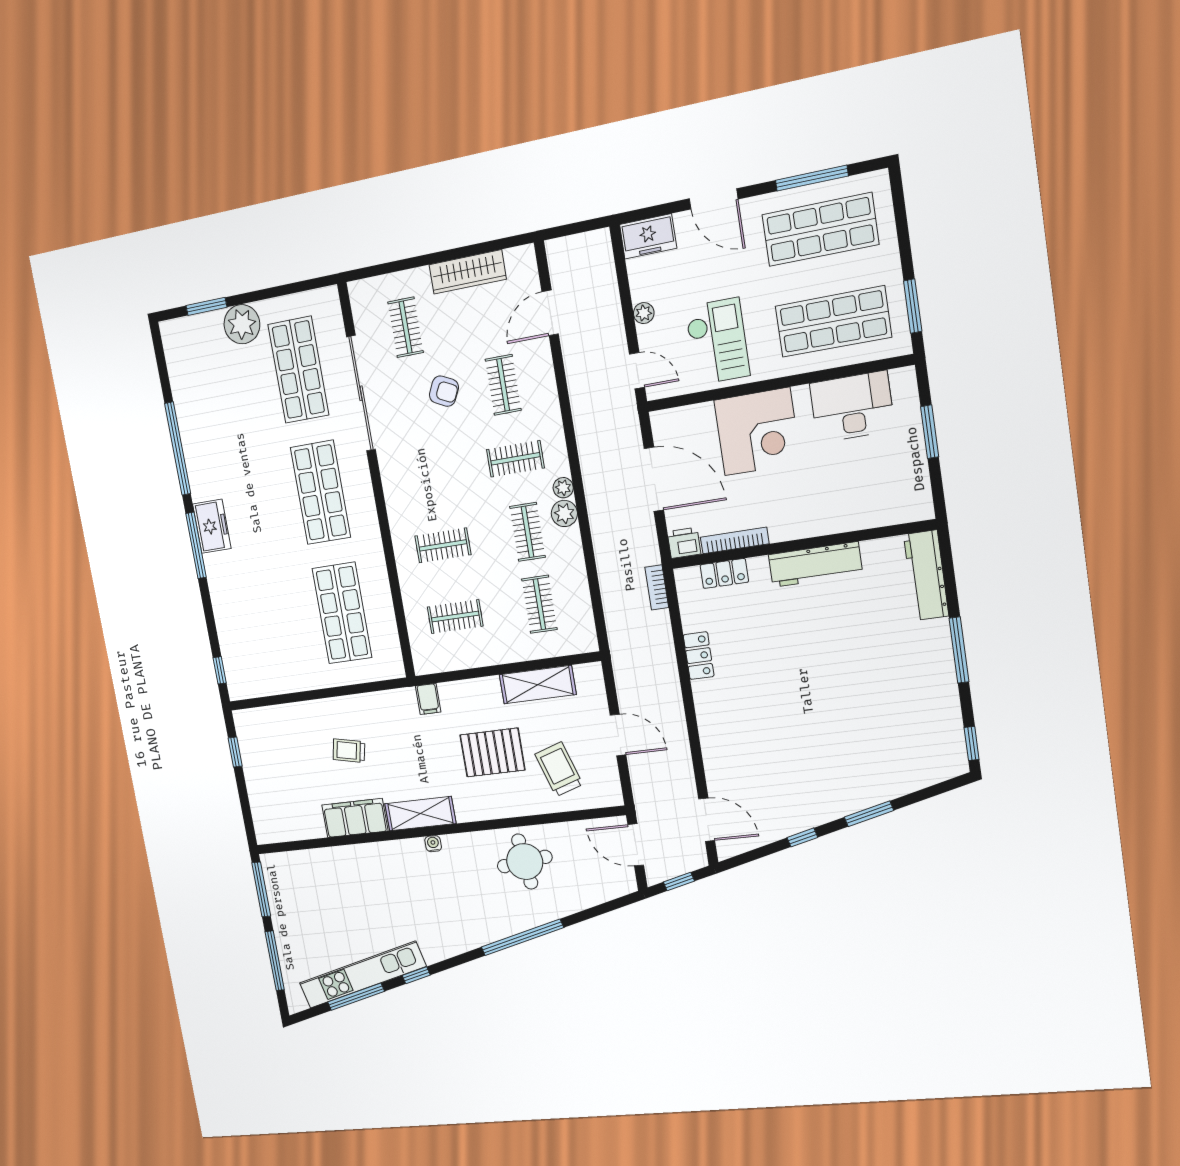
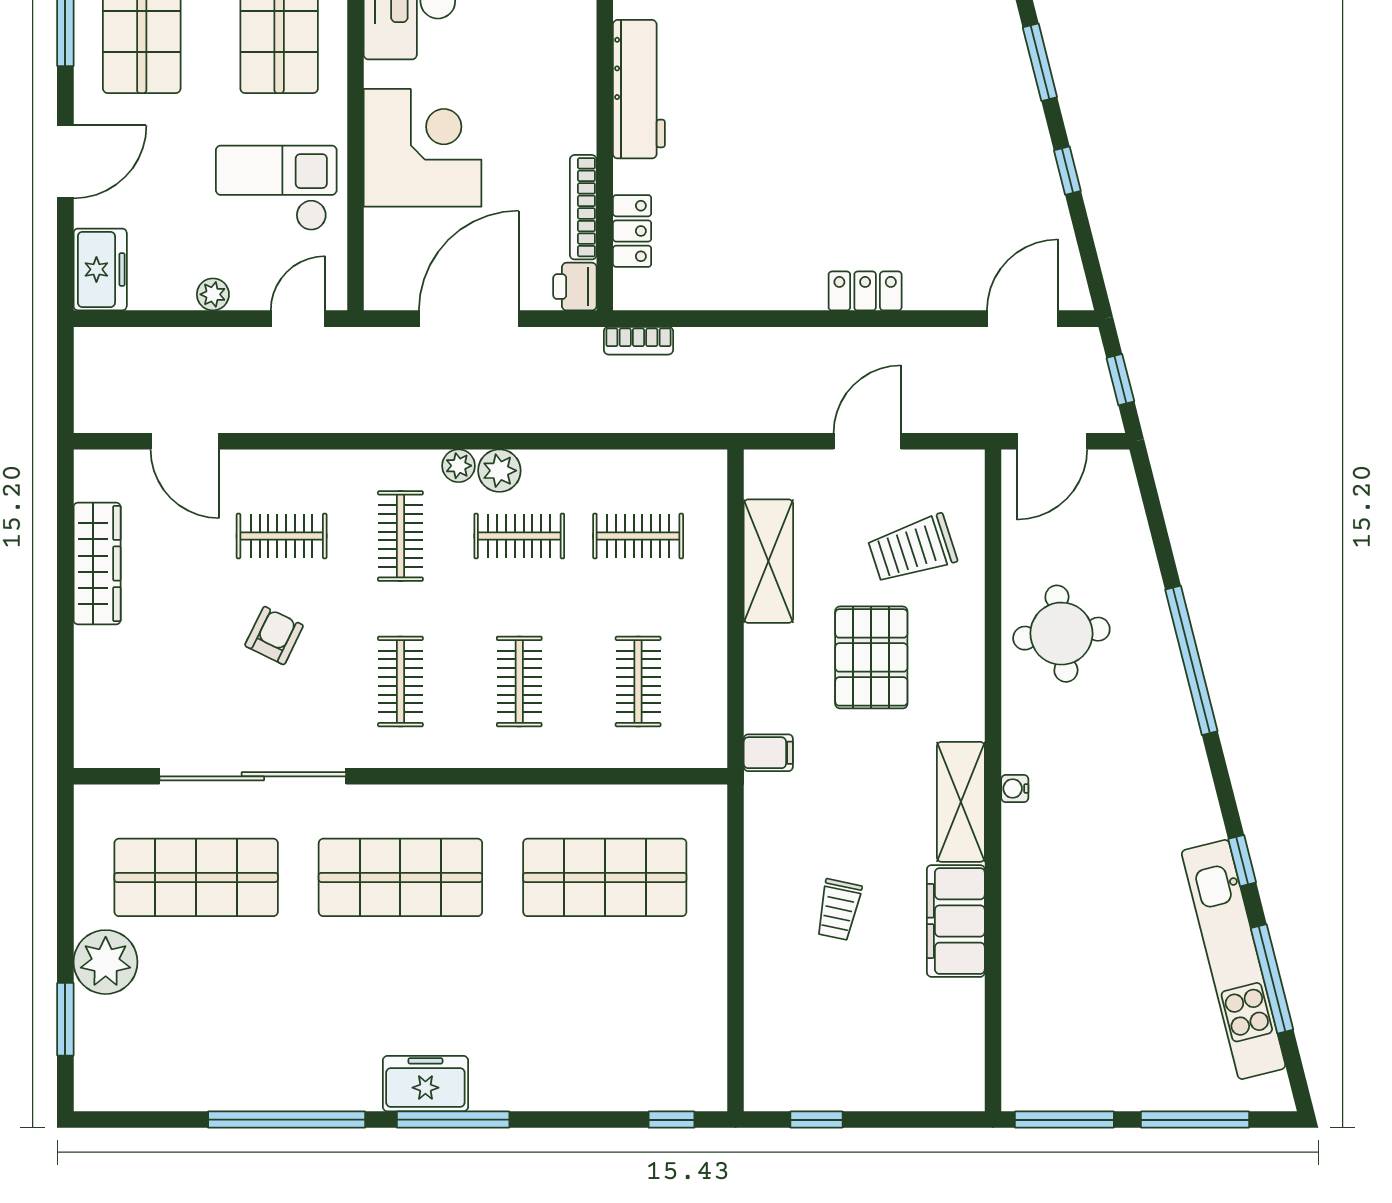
clothes rail: (406, 327) -> (400, 681), moved, turned 90
locker: (699, 656) -> (865, 291), moved

